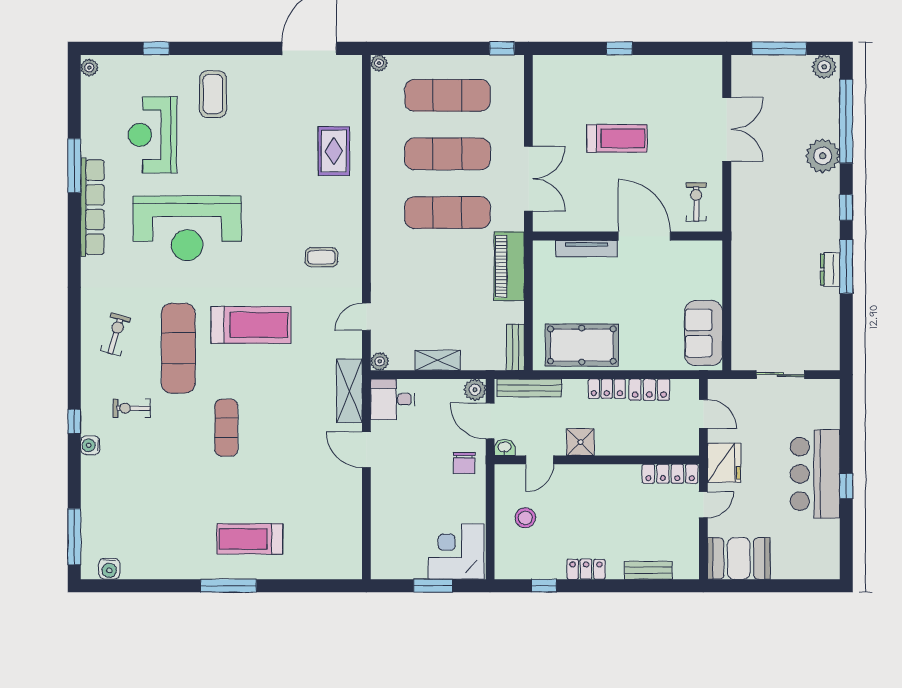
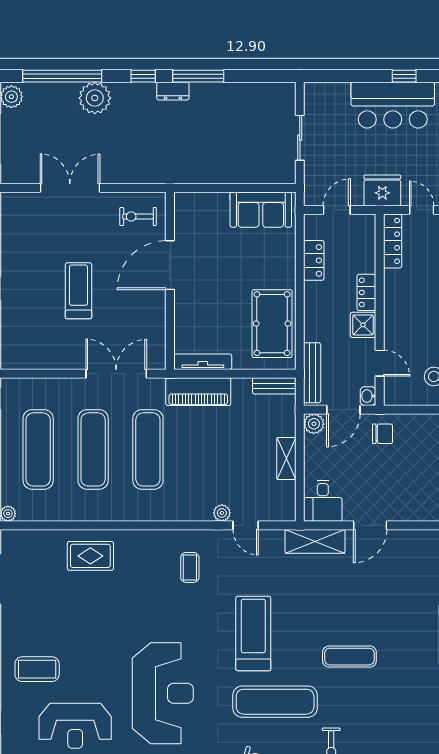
tv unit: (586, 249) -> (203, 362), moved, turned -90
dresser: (830, 270) -> (173, 91), moved
plant: (380, 361) -> (222, 513), moved
locker: (607, 389) -> (366, 292), moved, turned 180

